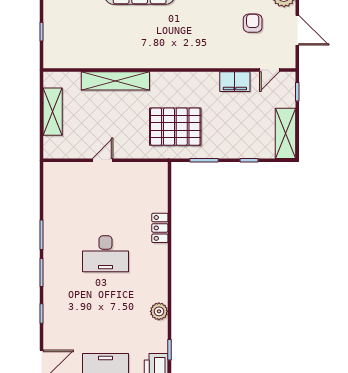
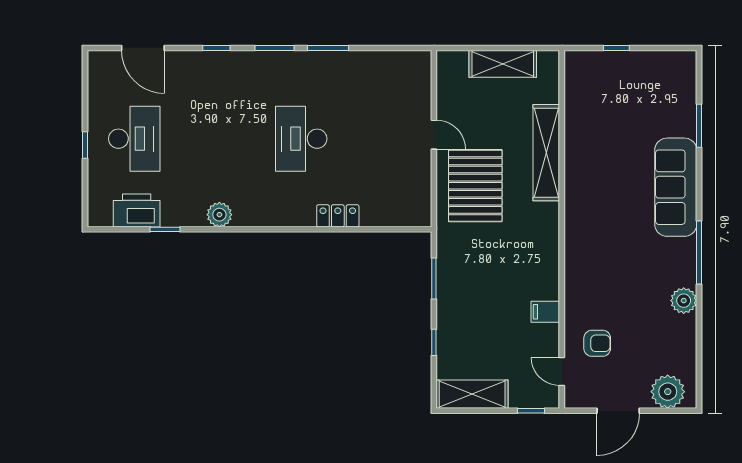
armchair: (253, 23) -> (597, 343), moved
filing cabinet: (235, 82) -> (545, 312), width x0.50
pallet: (175, 127) -> (475, 186), moved

